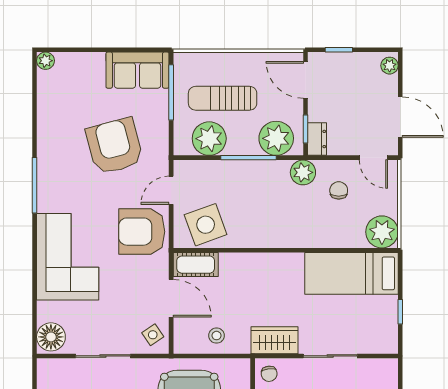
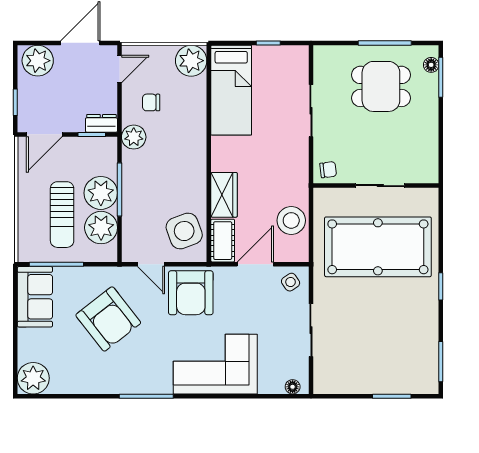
plant: (46, 61) -> (33, 378), width x1.88, depth x1.88
plant: (390, 66) -> (38, 61), width x1.88, depth x1.88
plant: (276, 138) -> (101, 193), moved
armchair: (115, 146) -> (108, 319), turned -113
stool: (217, 336) -> (291, 220), width x1.89, depth x1.89
floor lamp: (51, 337) -> (293, 387), width x0.53, depth x0.53
wardrobe: (275, 340) -> (224, 195), moved, turned 180

